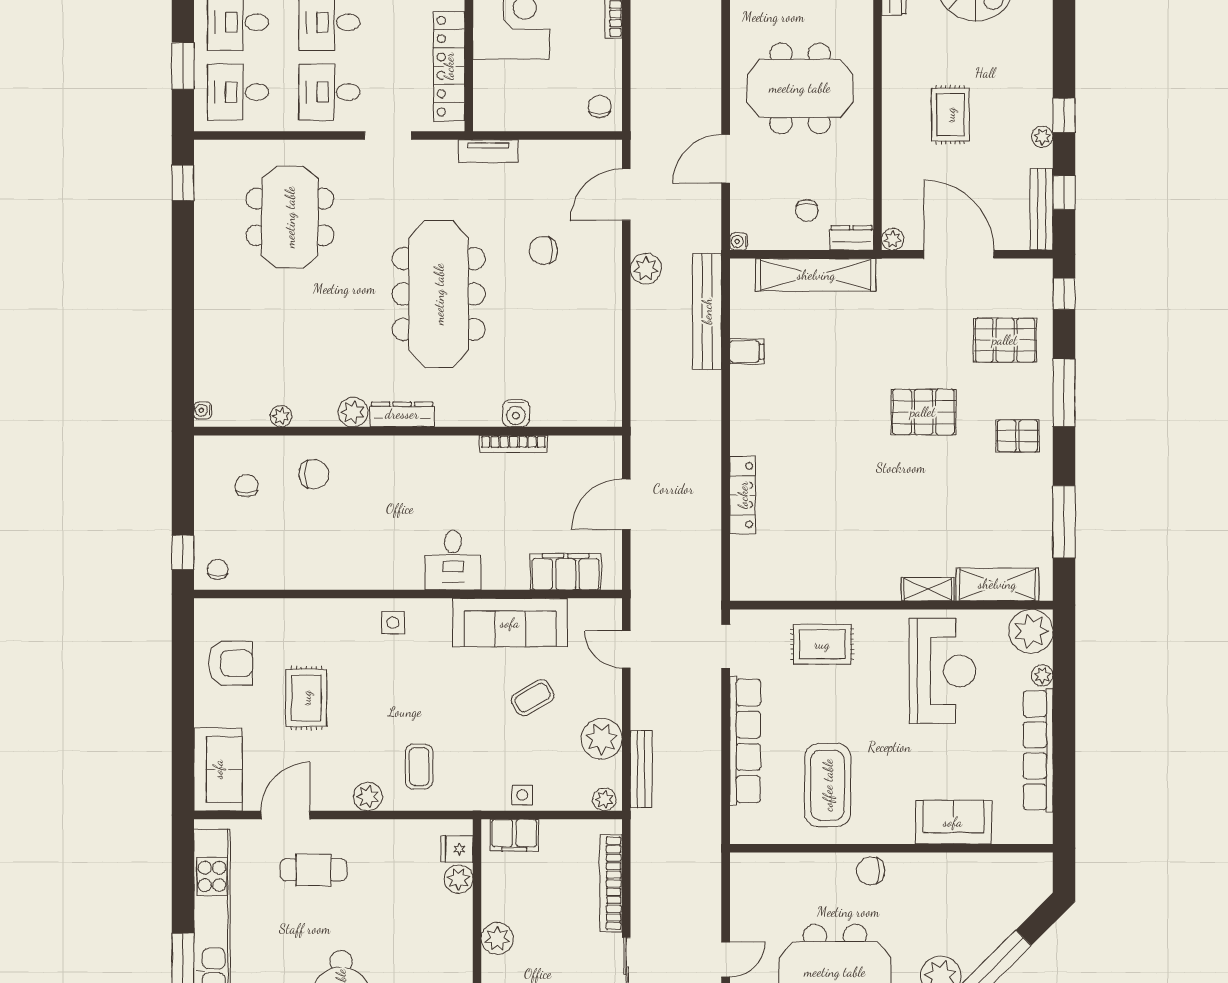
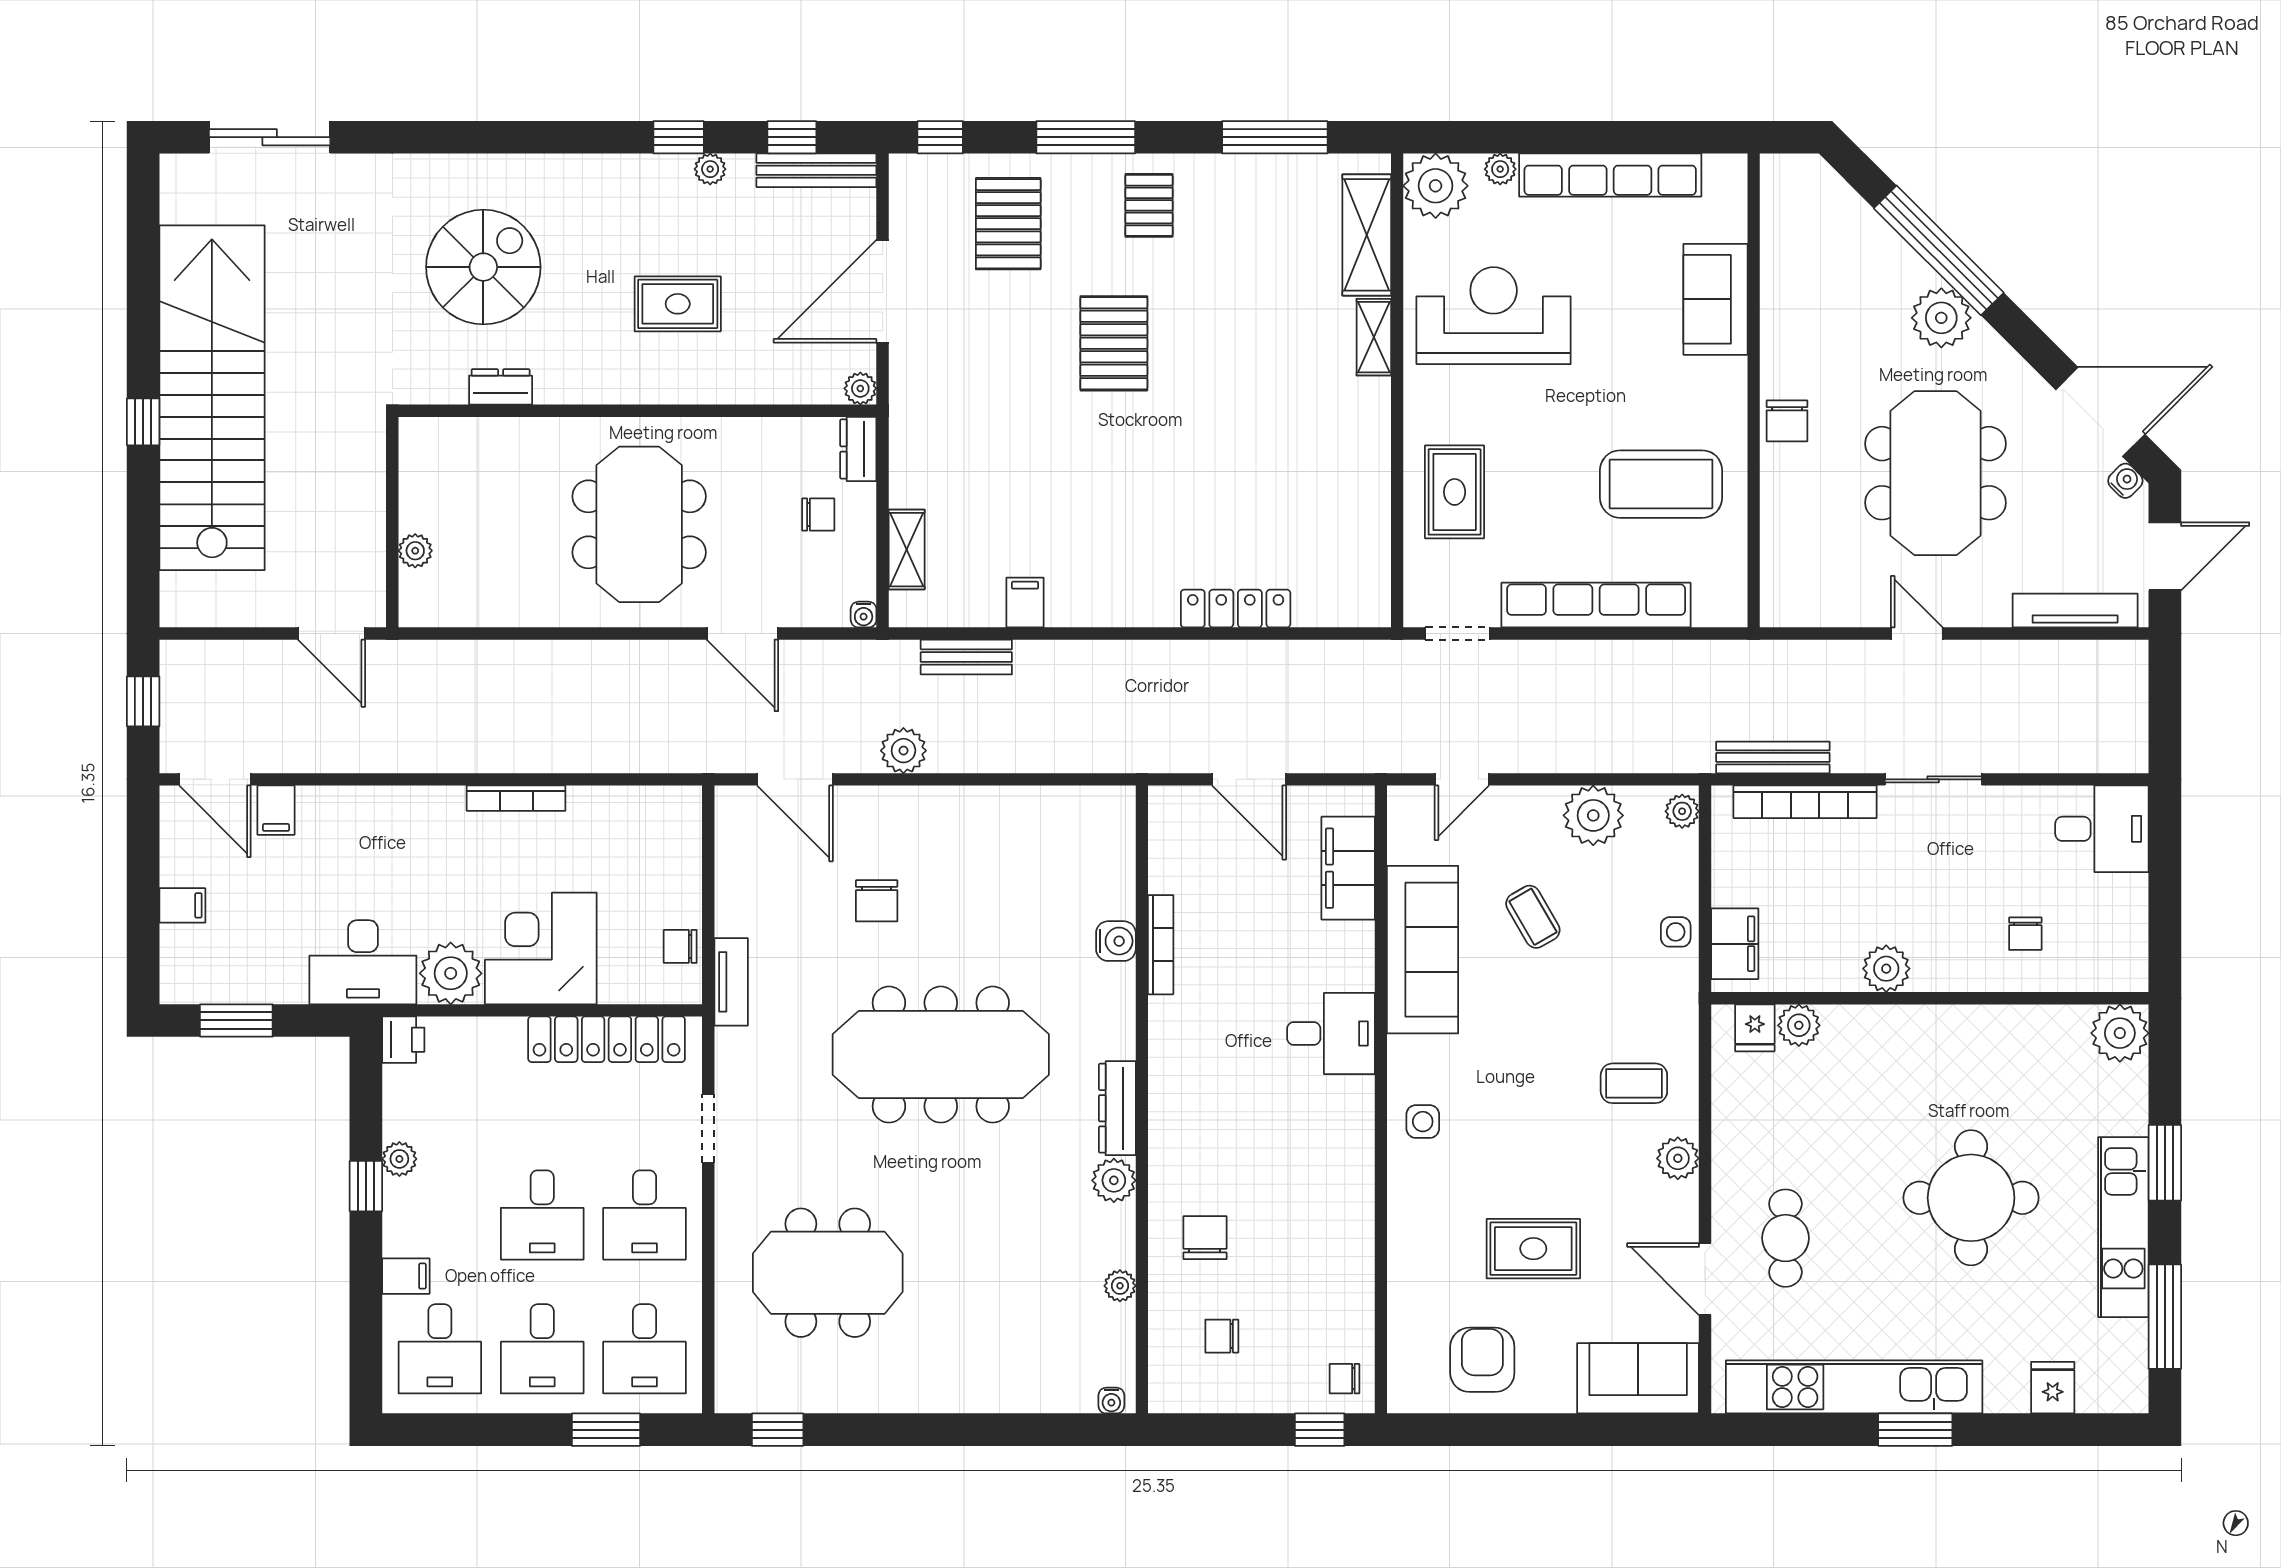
chair: (600, 106) -> (680, 946), moved
shelving: (816, 275) -> (907, 550), width x0.45, depth x0.75
bench: (707, 311) -> (966, 657), width x0.54, depth x0.82
bench: (641, 769) -> (1773, 757), moved

